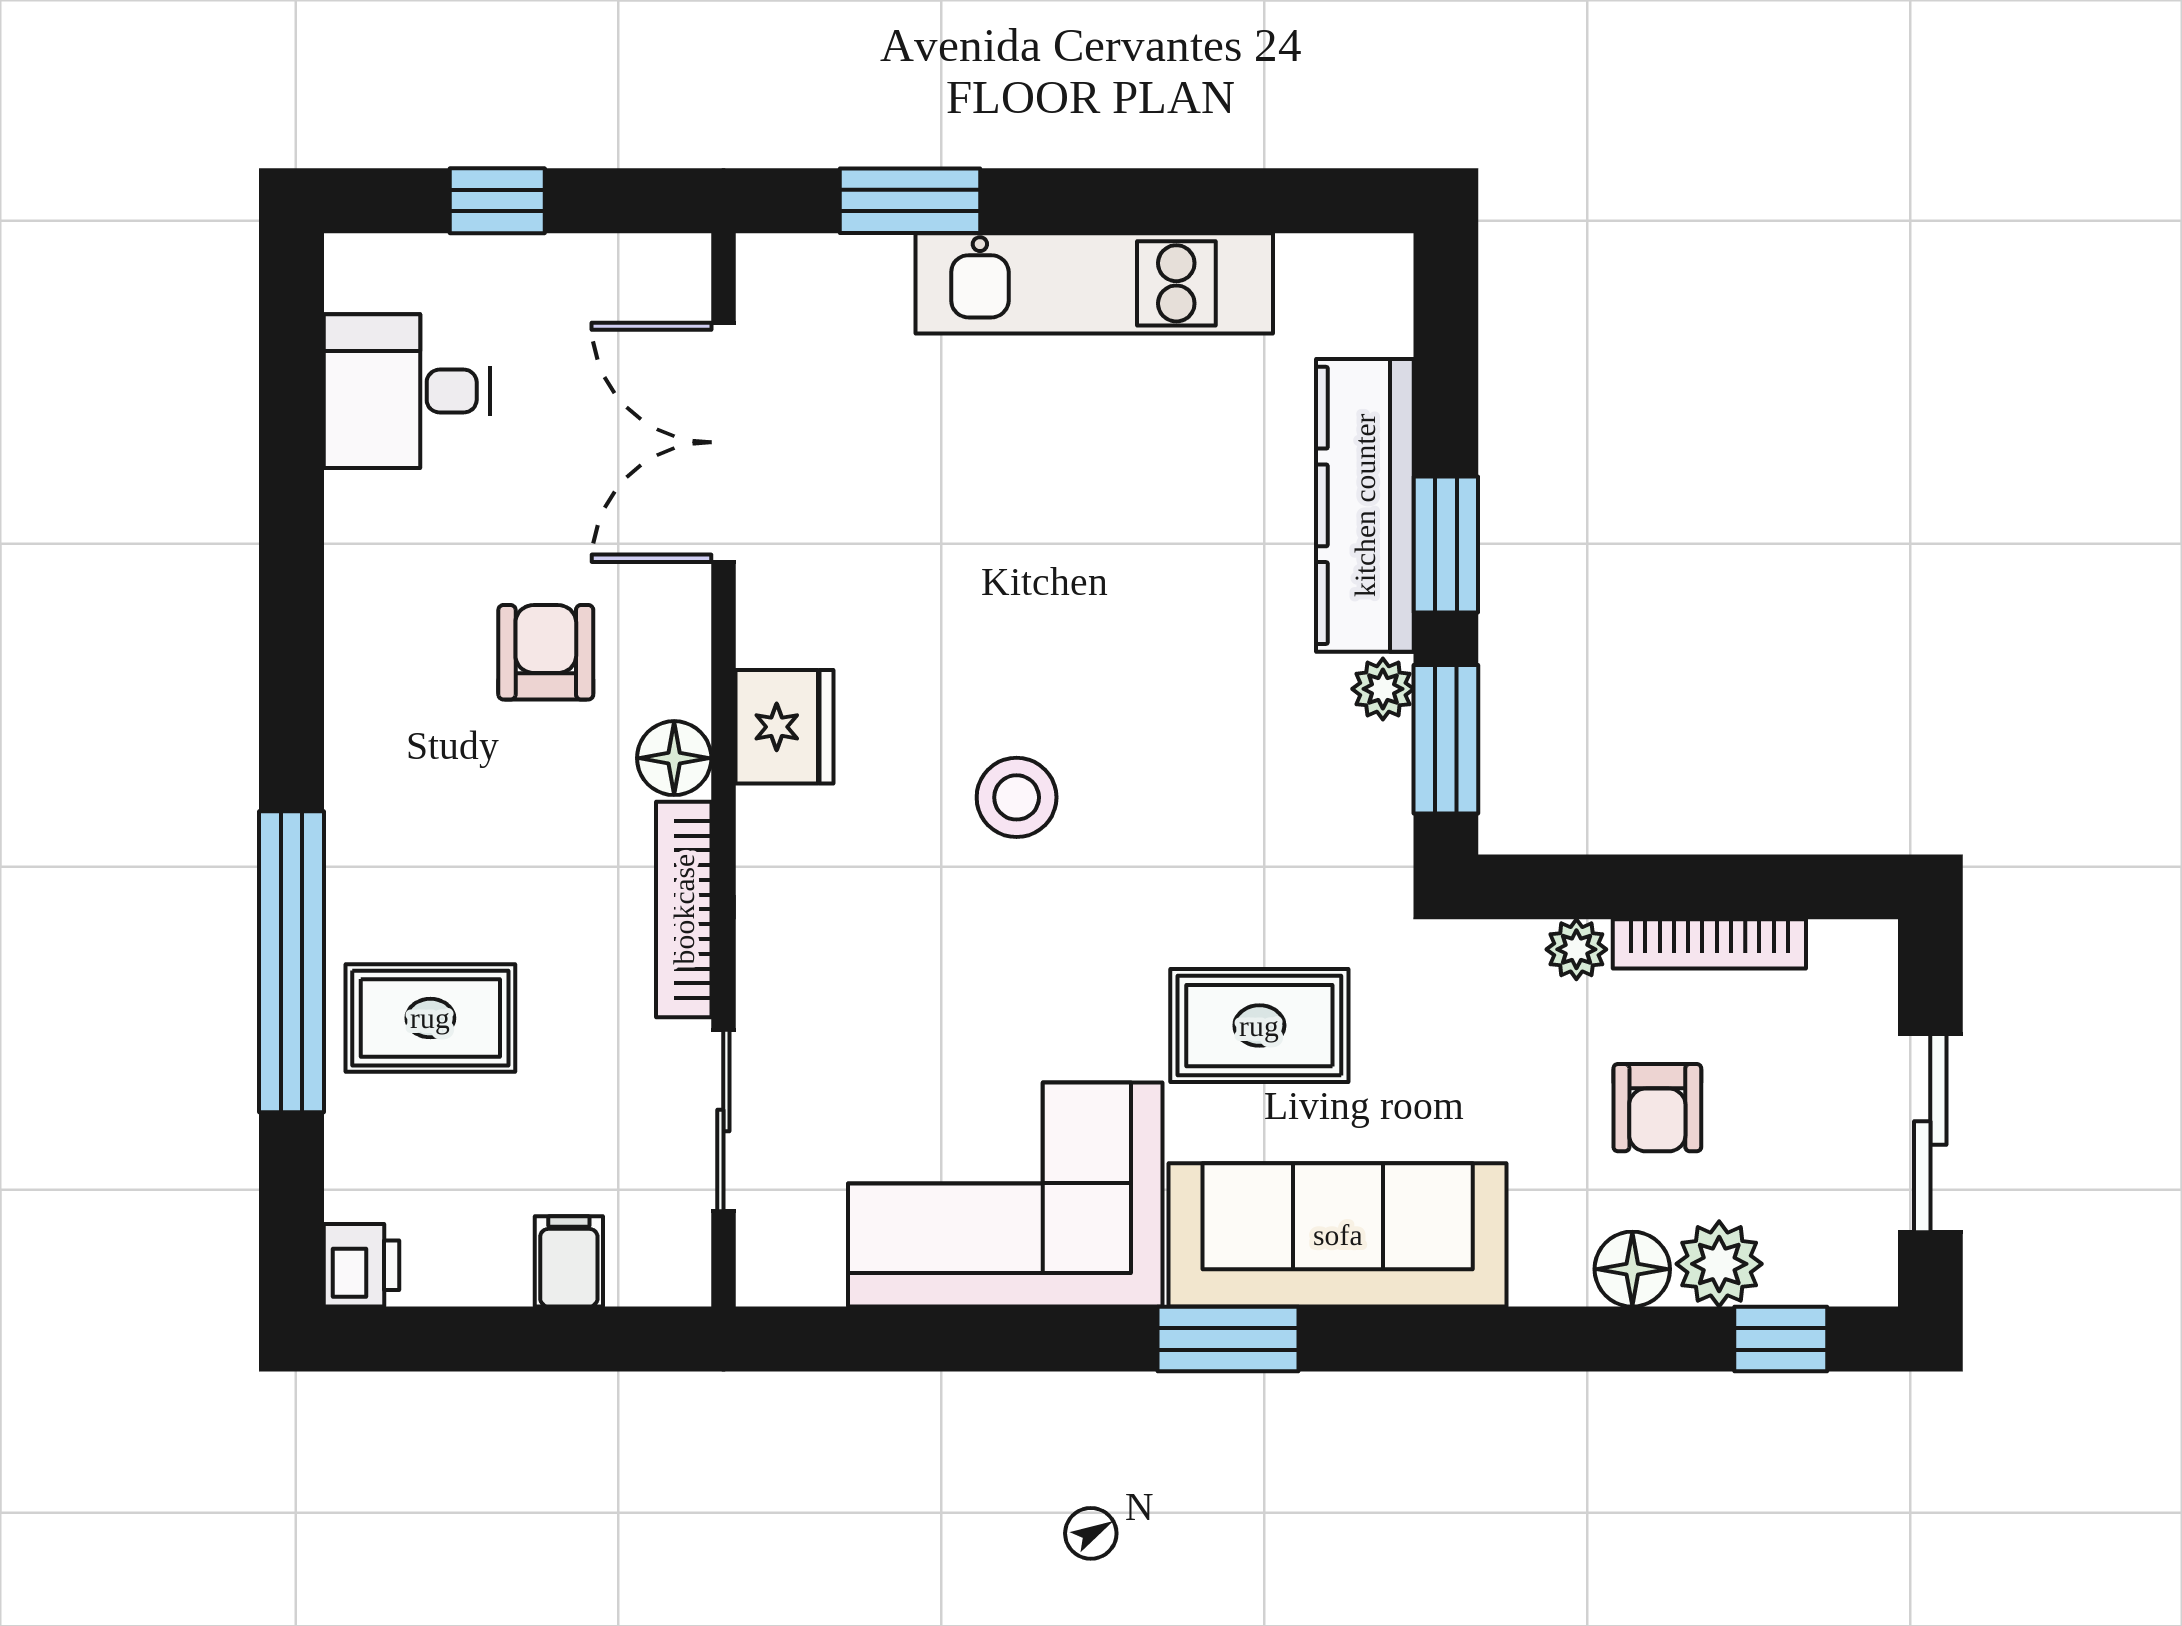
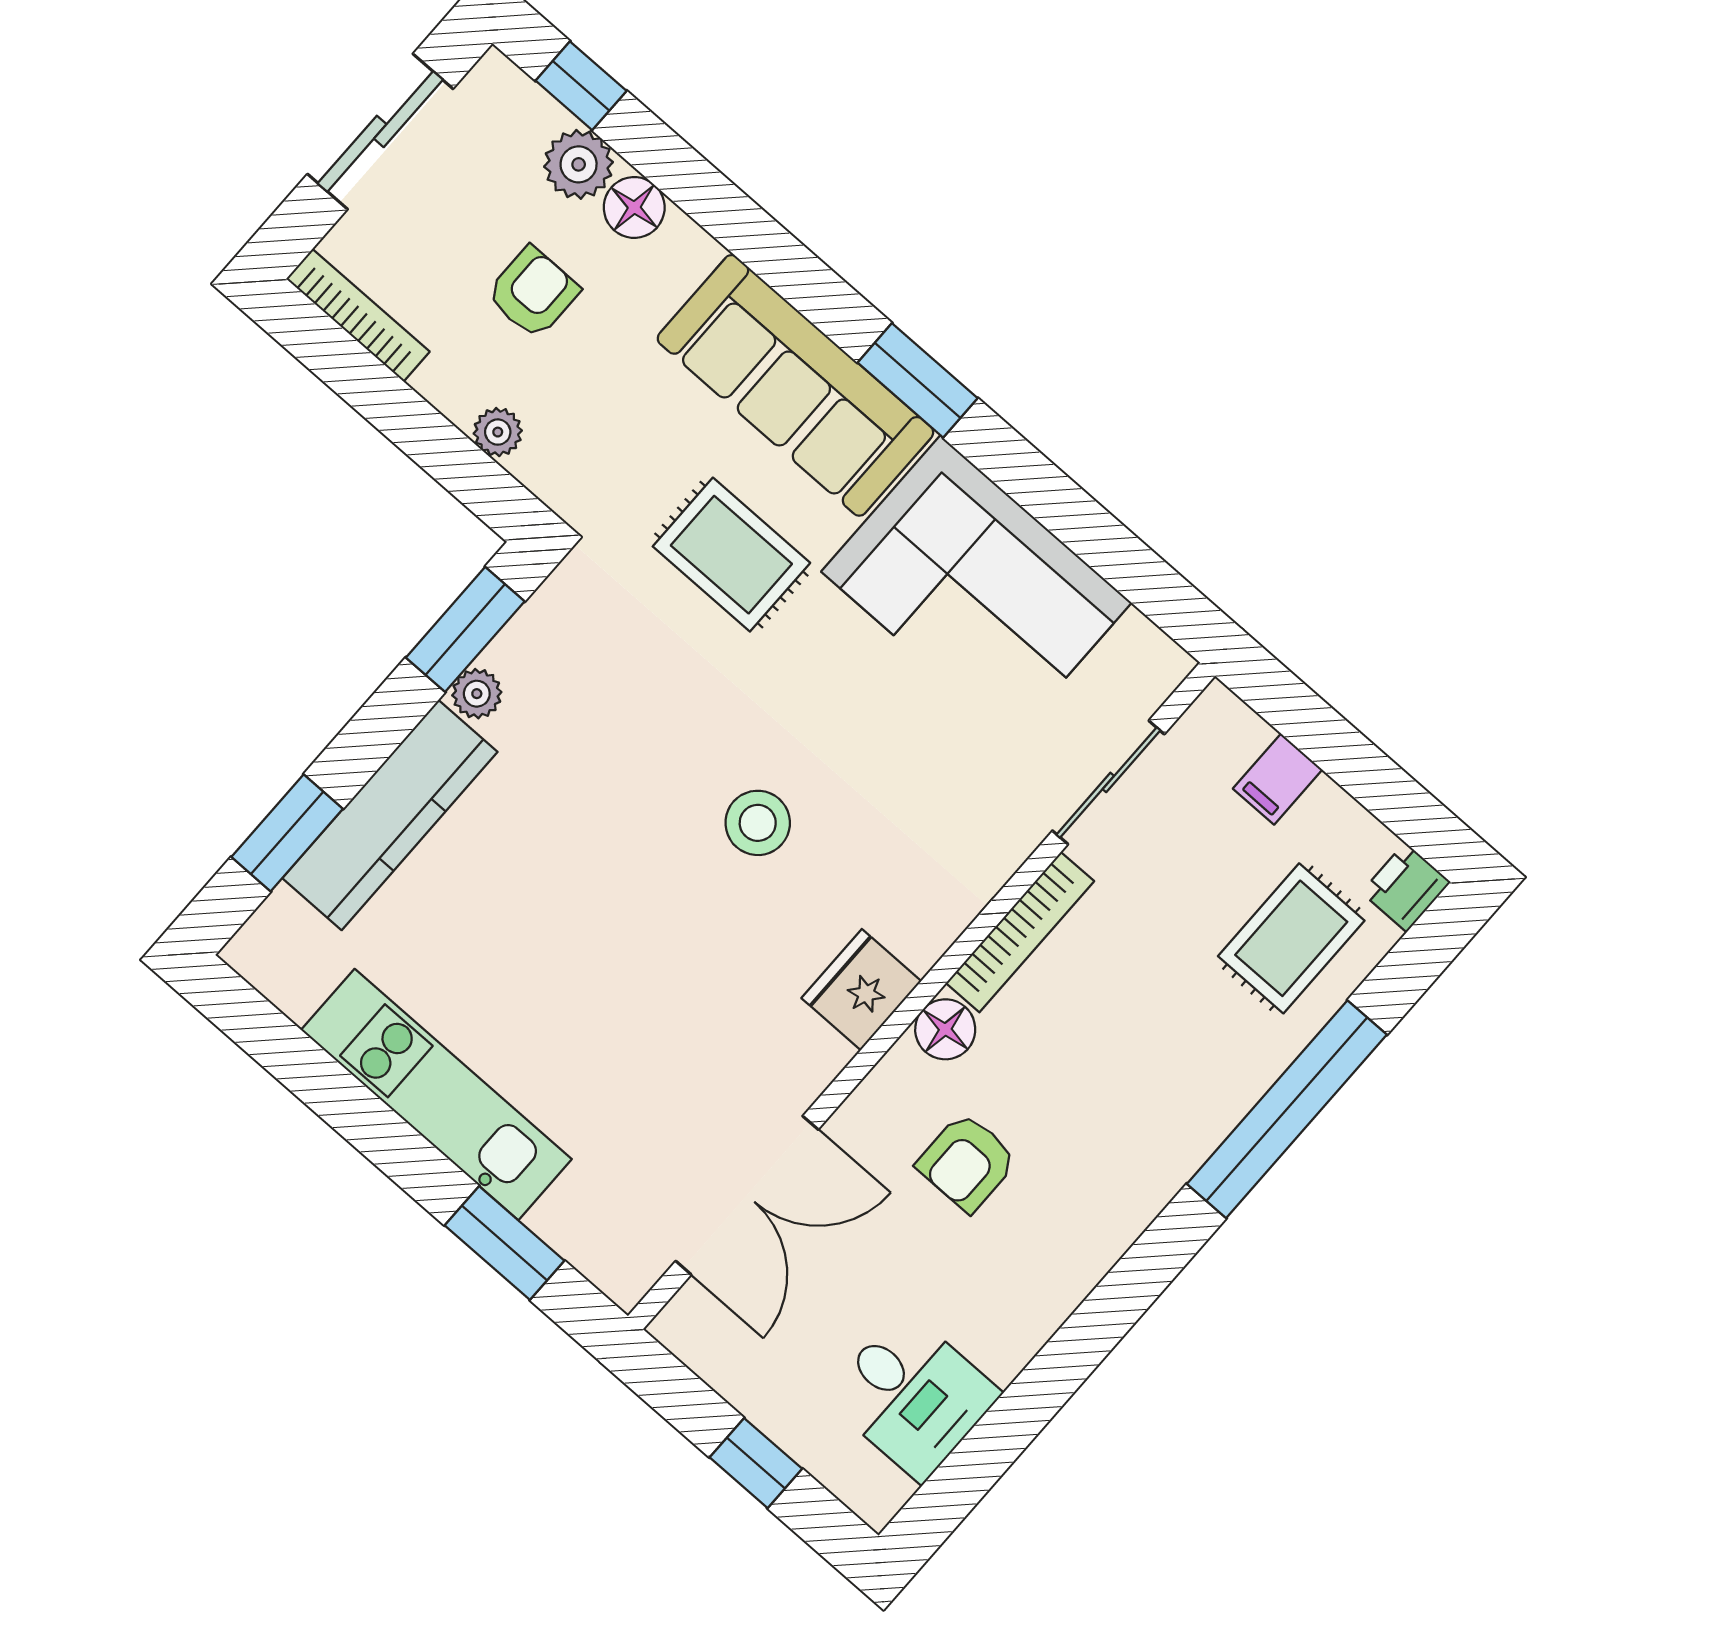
window: (1446, 545) -> (287, 833), moved
bookcase: (1709, 944) -> (358, 315), moved
rug: (430, 1018) -> (1291, 938), moved, turned 90

